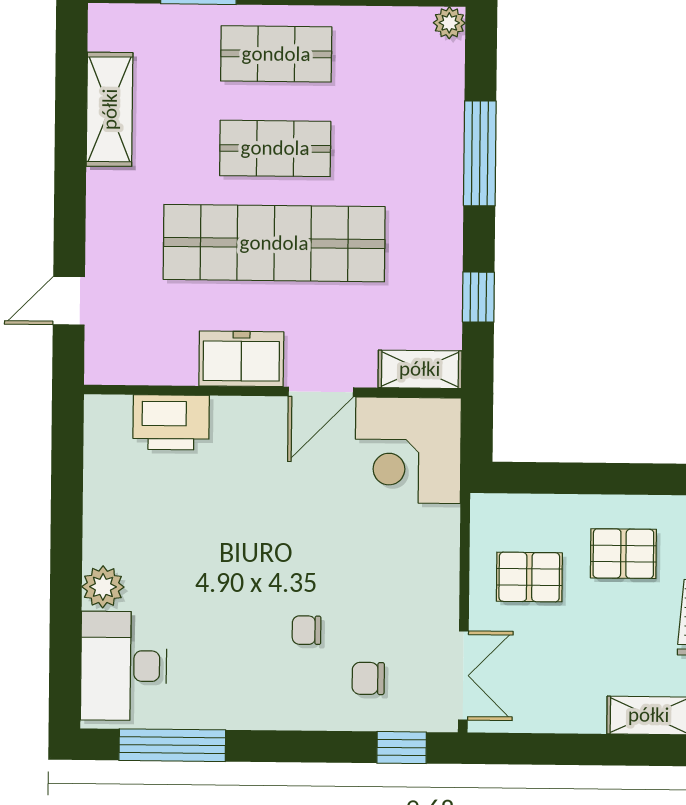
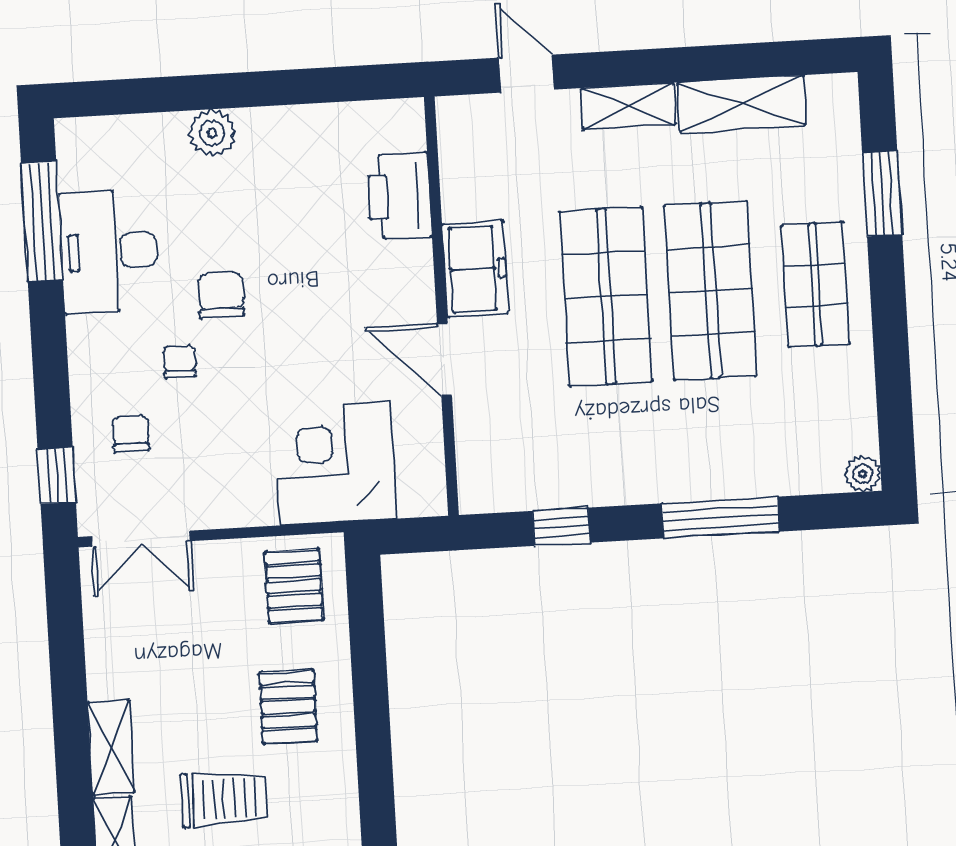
shop shelf: (275, 148) -> (711, 291), width x1.43, depth x1.36
shop shelf: (274, 243) -> (606, 297), width x0.71
shelving: (420, 369) -> (628, 106), moved, turned 90
corner desk: (408, 450) -> (335, 463), moved
pallet: (529, 577) -> (294, 586), moved
chair: (249, 589) -> (221, 295), added
desk: (124, 666) -> (109, 251), moved, turned -90

